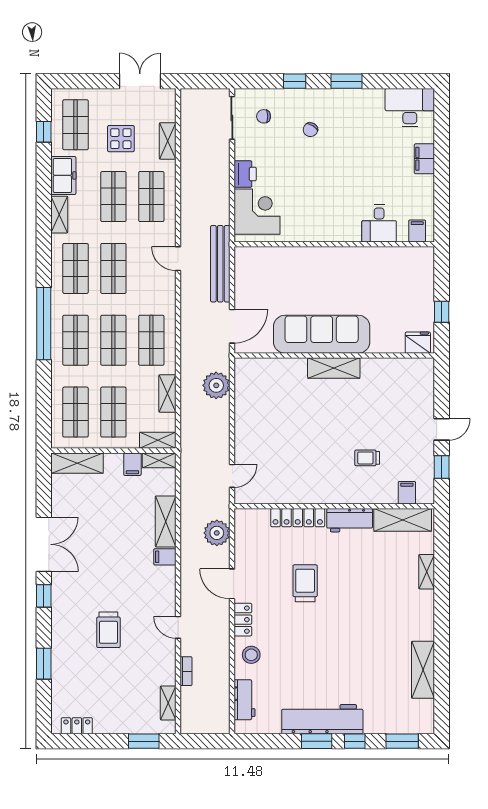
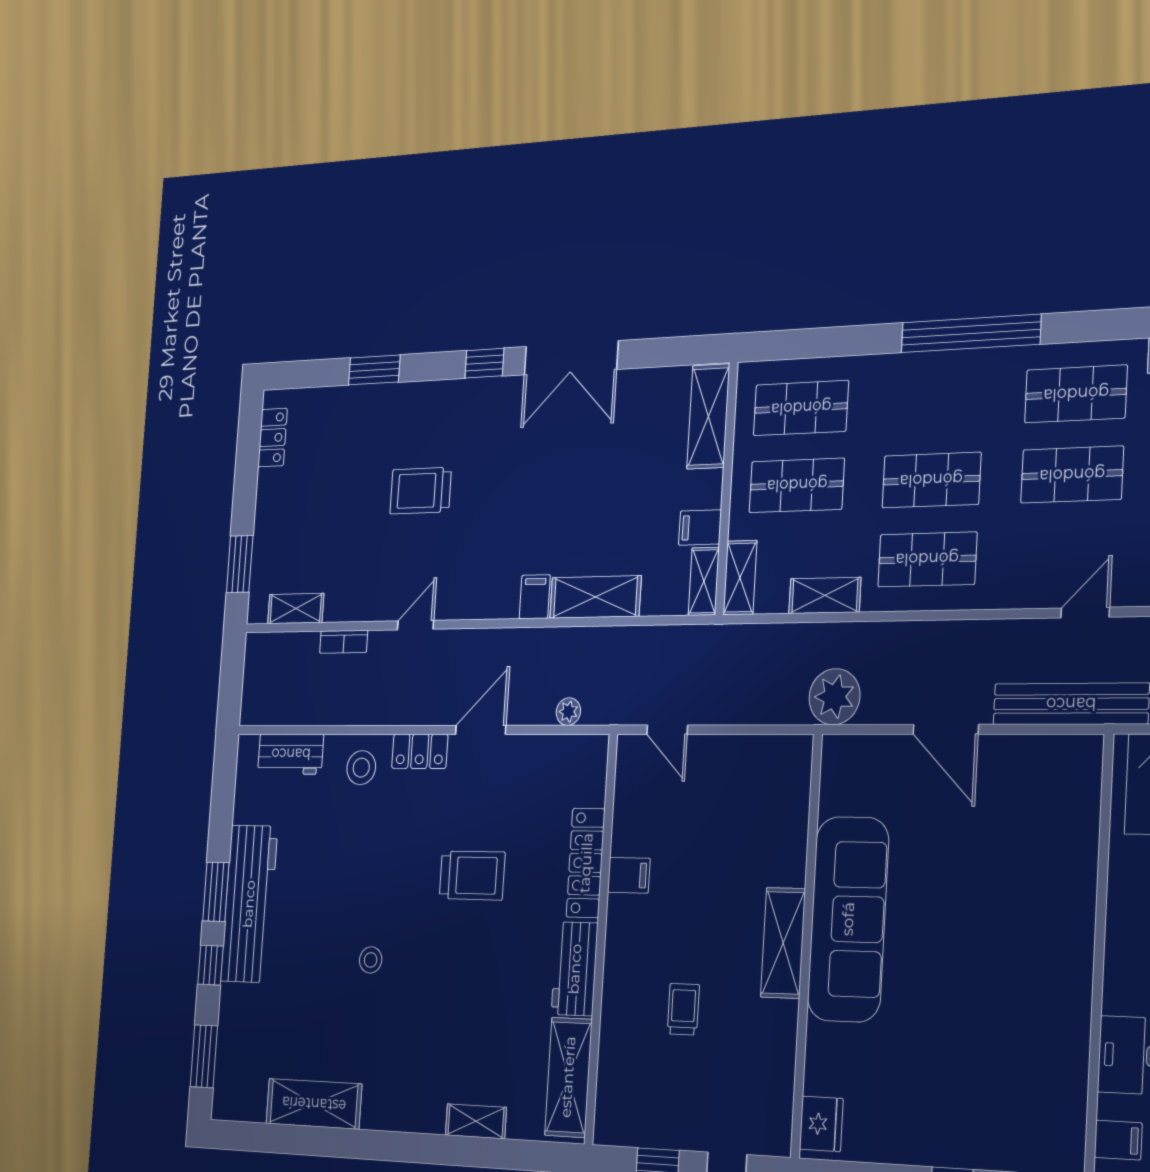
sofa: (322, 334) -> (848, 919), moved
shop shelf: (76, 340) -> (935, 401), removed
fridge: (418, 343) -> (821, 1124), moved
wall: (334, 355) -> (807, 945), moved
shelving: (334, 368) -> (783, 943), moved
filing cabinet: (407, 493) -> (629, 875), moved
plant: (217, 533) -> (568, 712), width x0.53, depth x0.53
stool: (349, 641) -> (371, 960), added

